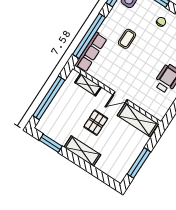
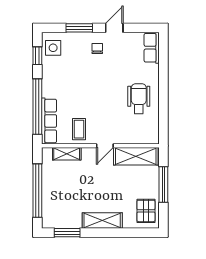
coffee table: (127, 39) -> (79, 129), moved
pallet: (96, 123) -> (146, 211), moved
window: (139, 163) -> (163, 184), moved

